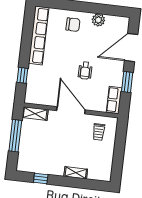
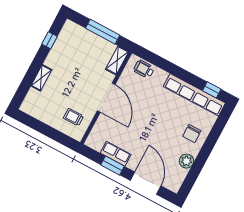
wheelchair: (85, 71) -> (144, 69), moved
window: (22, 75) -> (212, 90), moved
row of seats: (114, 100) -> (116, 154), moved
door: (71, 110) -> (106, 98), hinge flipped

